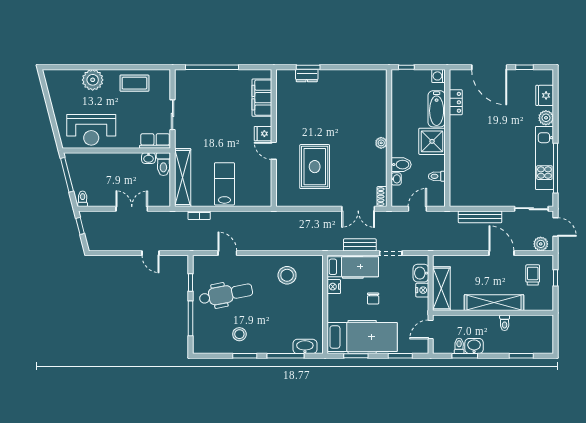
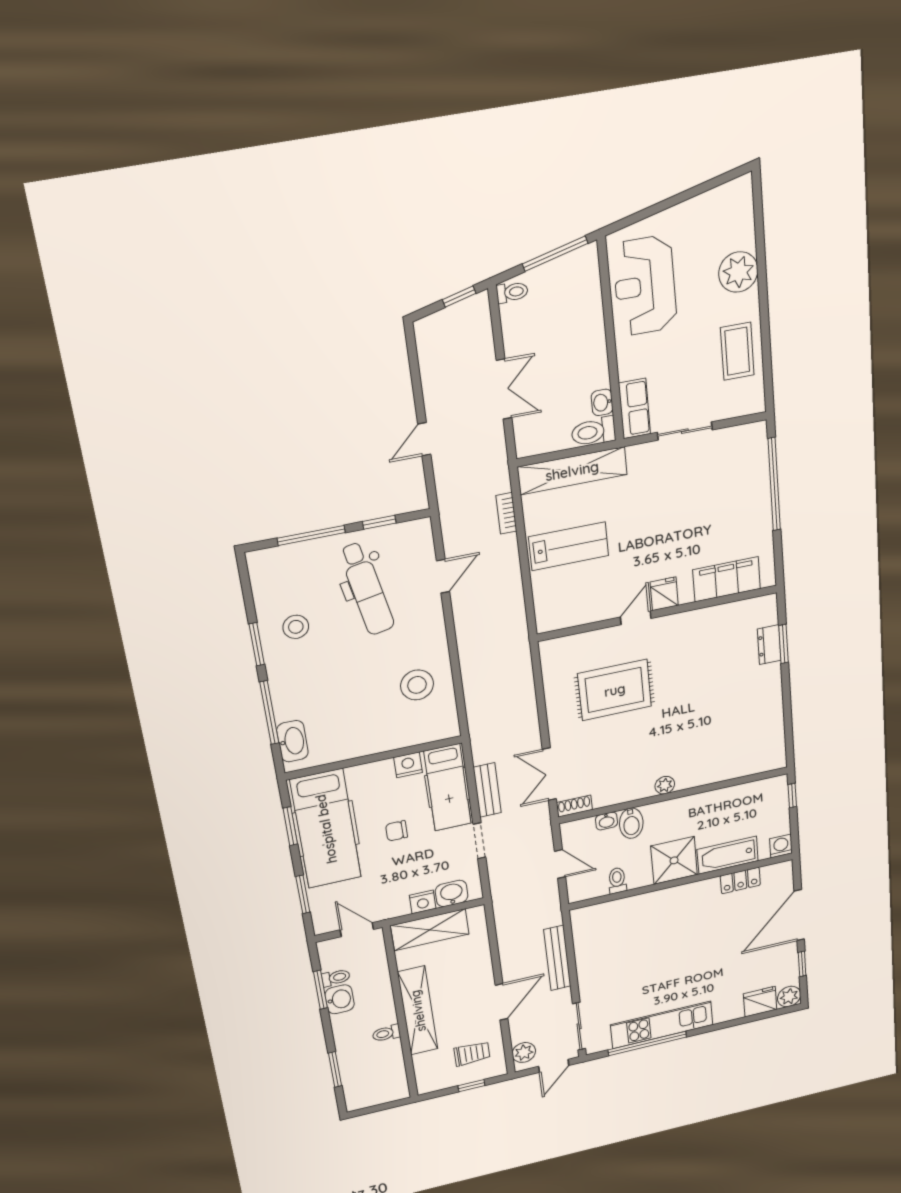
plant: (546, 118) -> (789, 997), moved

